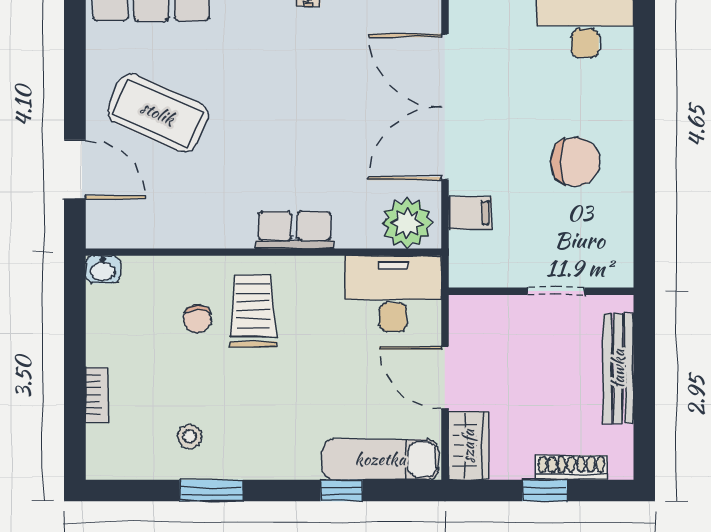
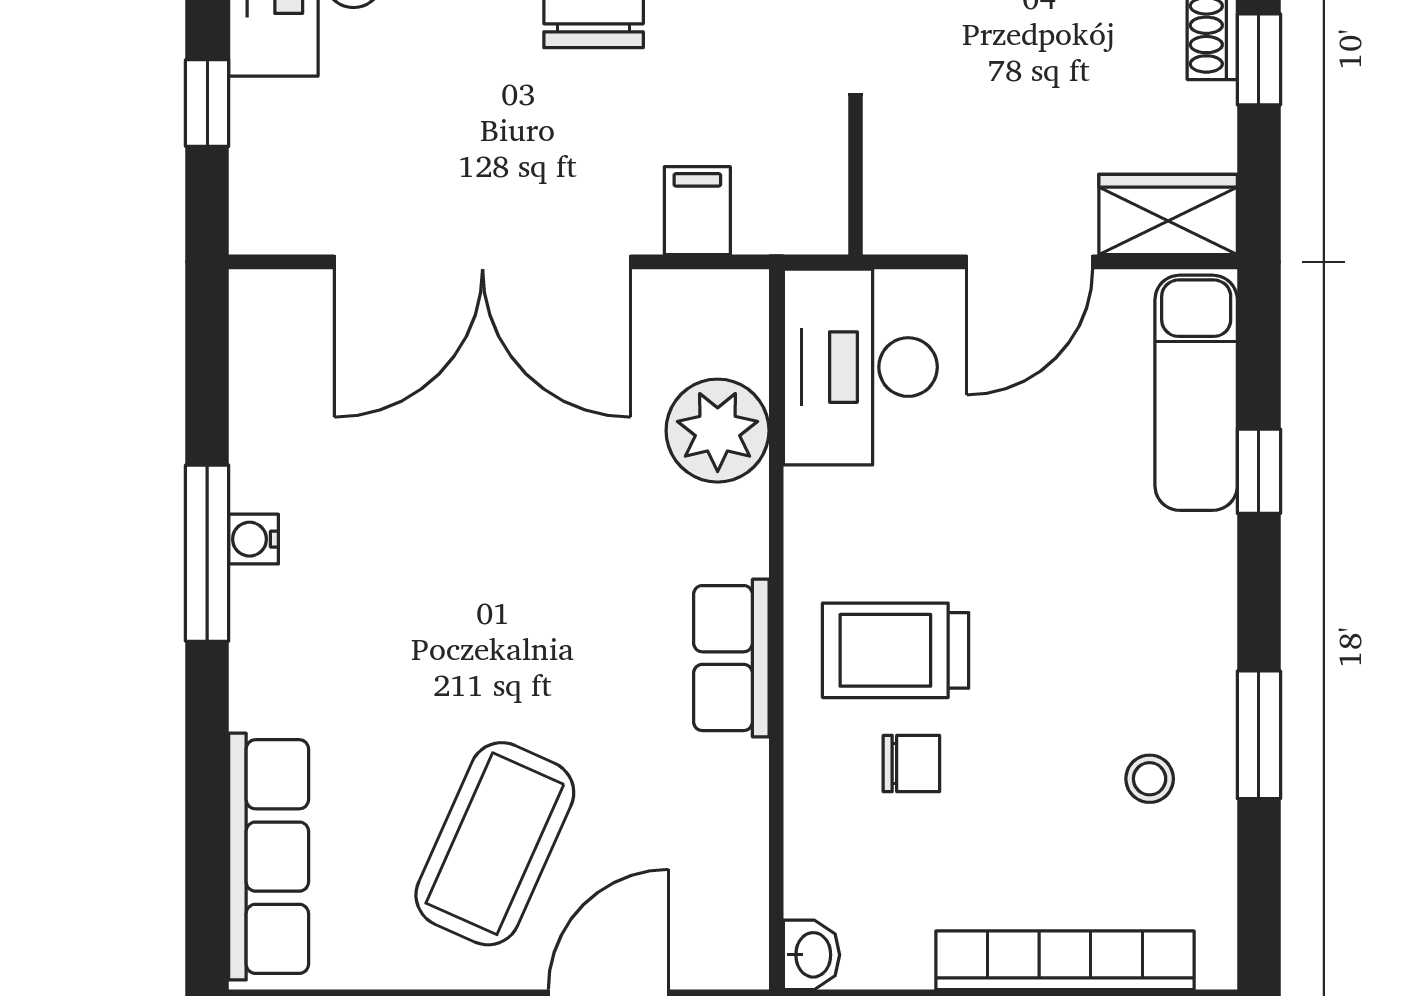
plant: (407, 223) -> (718, 431), moved
row of seats: (294, 230) -> (731, 658), moved
bookcase: (97, 395) -> (1065, 960), width x2.31, depth x1.31

